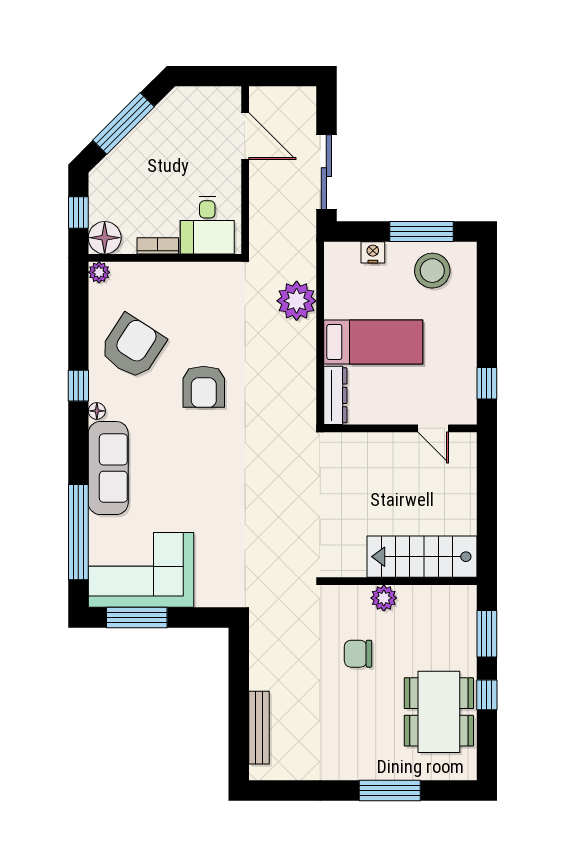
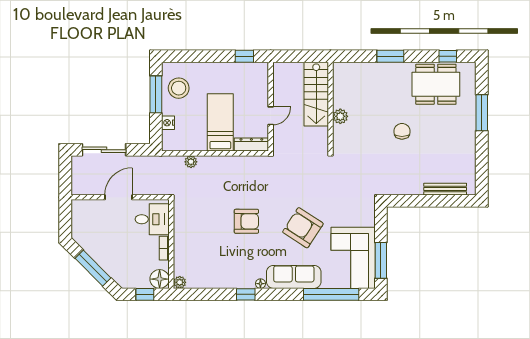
door: (245, 136) -> (119, 197), moved
sliding door: (326, 172) -> (104, 150), moved
plant: (297, 301) -> (191, 162), width x0.53, depth x0.53
armchair: (133, 347) -> (303, 228), moved
door: (433, 428) -> (271, 116), moved
stairs: (422, 557) -> (316, 94), moved
wall: (400, 581) -> (330, 107), moved
plant: (384, 598) -> (340, 116), moved
chair: (358, 654) -> (402, 131), turned 180
window: (487, 695) -> (448, 56), moved

